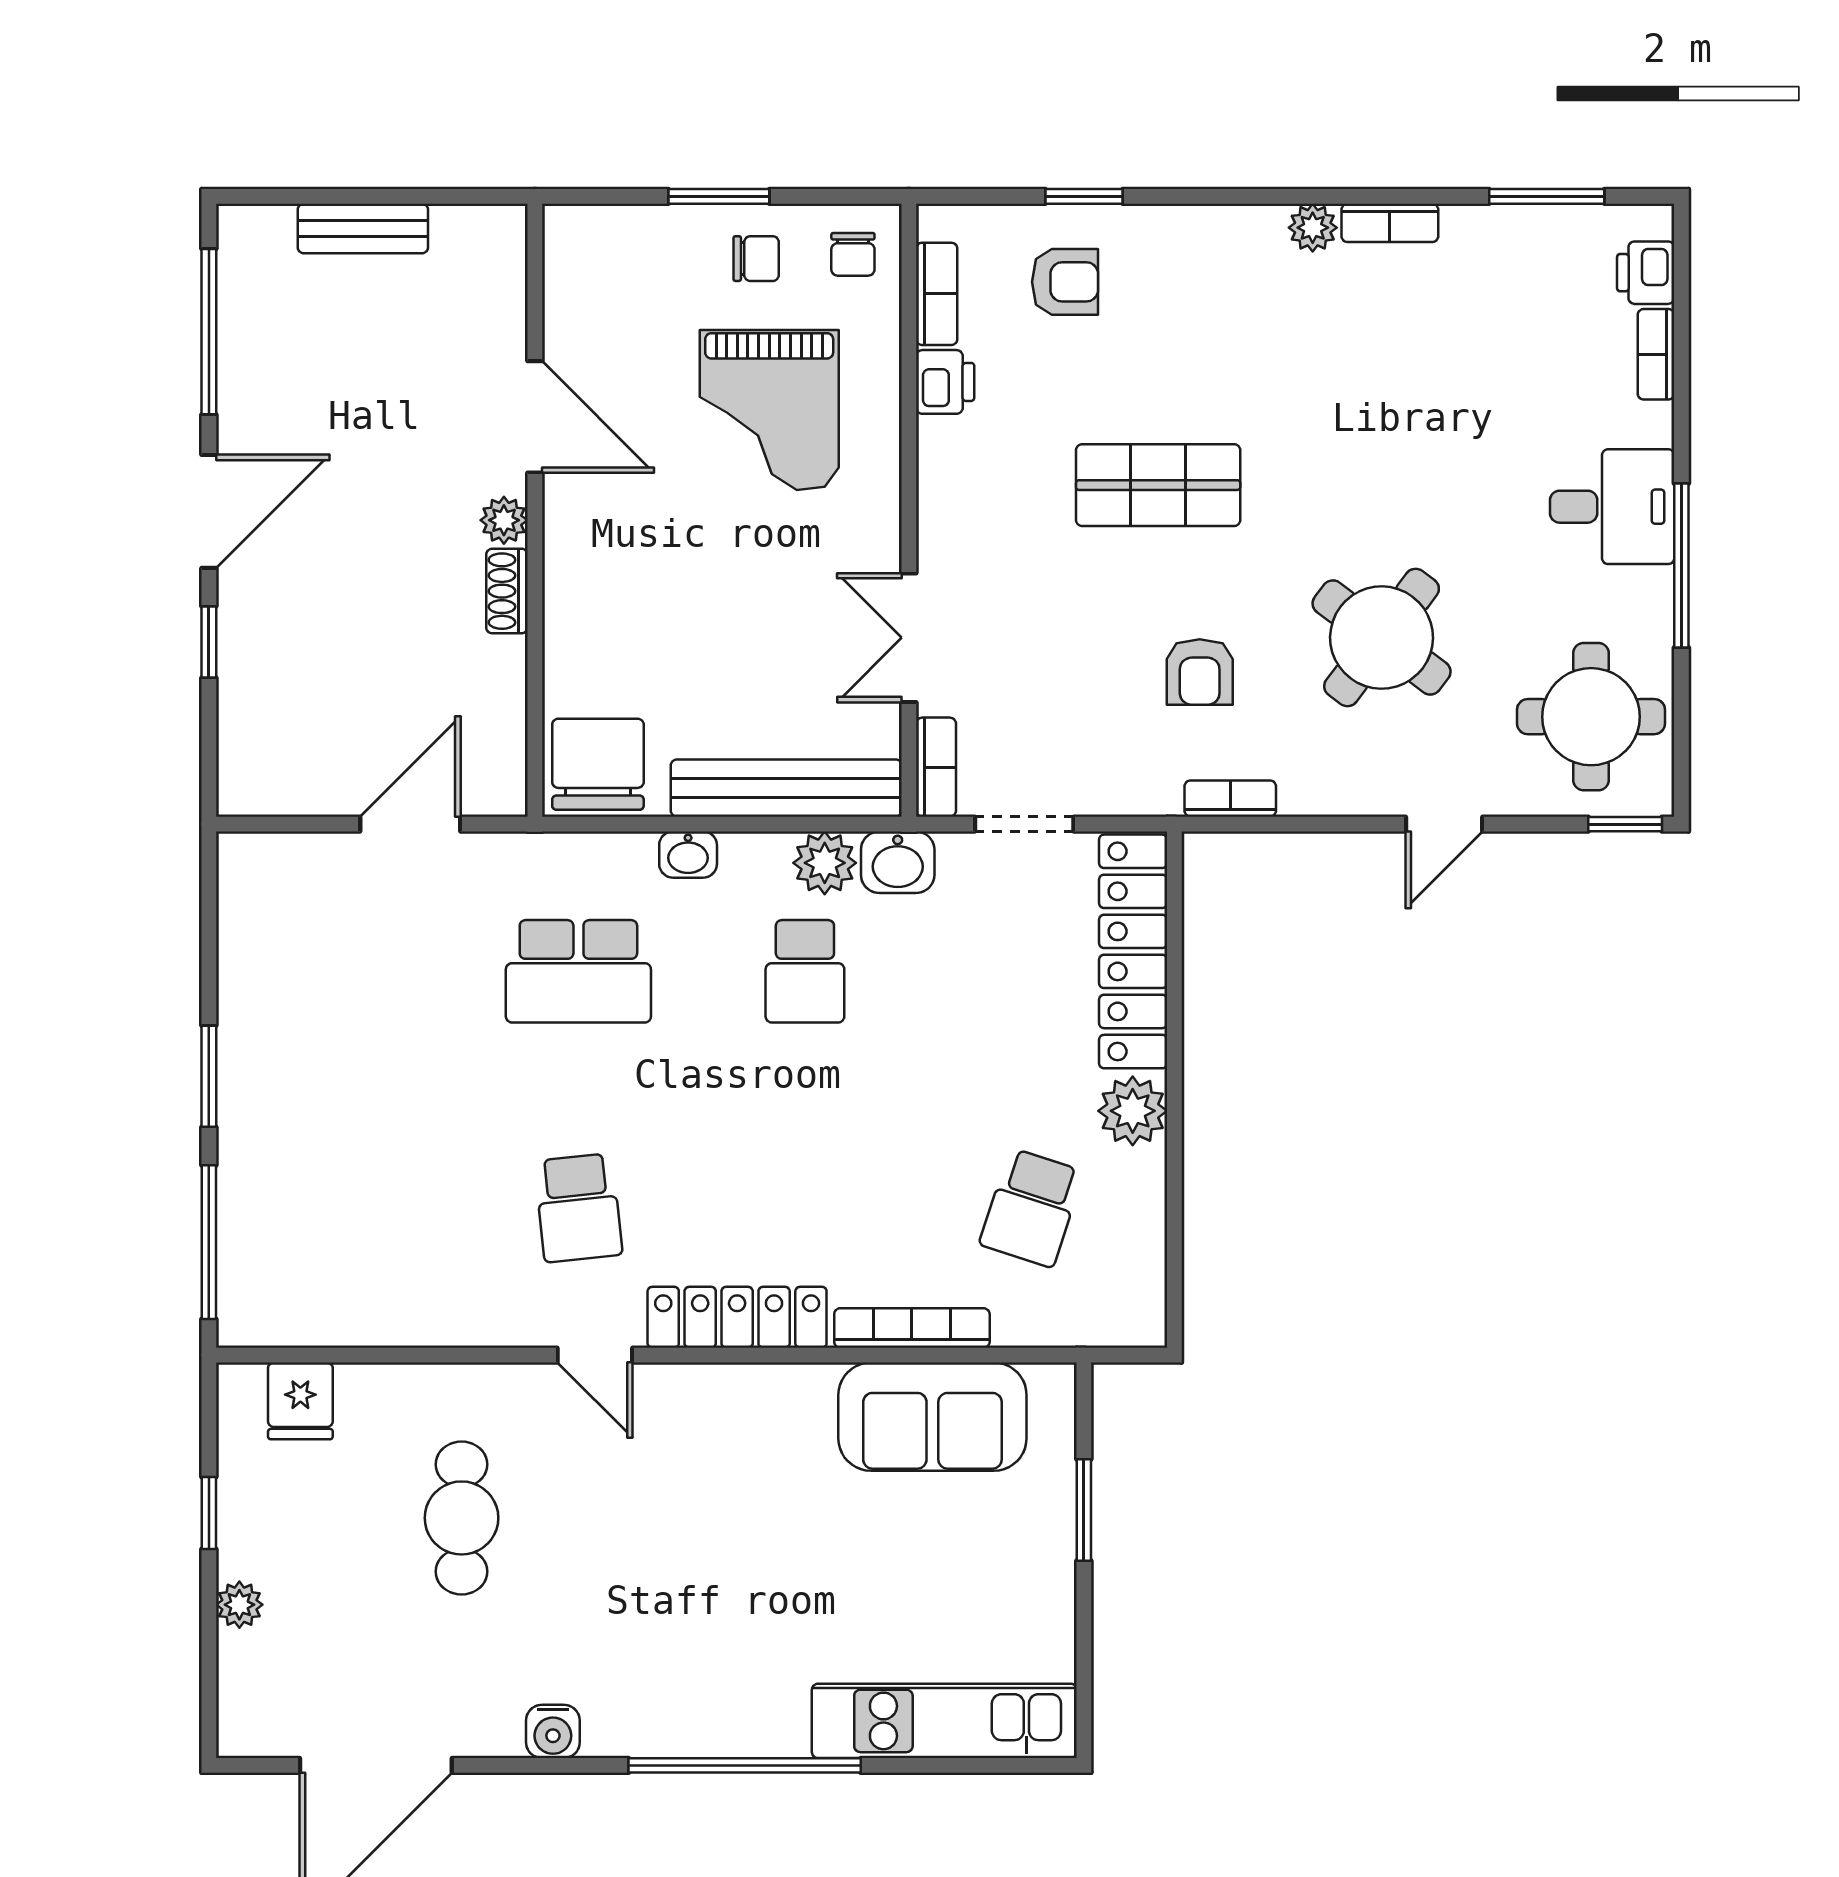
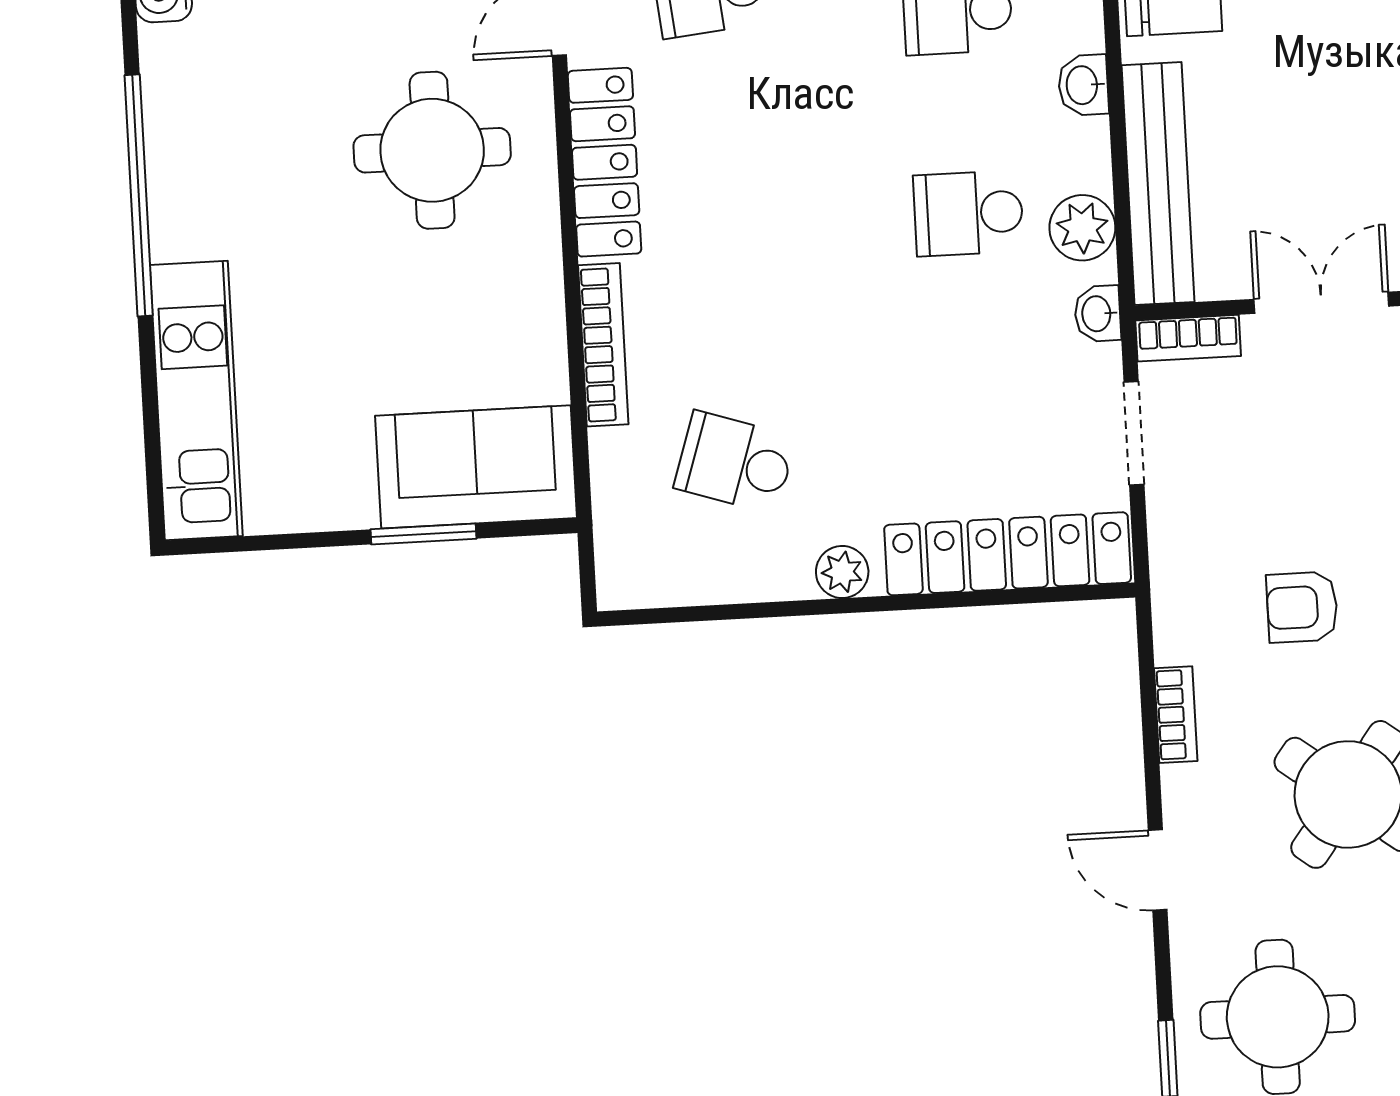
bookcase: (1230, 799) -> (1176, 715), moved
washbasin: (898, 862) -> (1098, 314), width x0.72, depth x0.69
plant: (1133, 1111) -> (842, 572), width x0.73, depth x0.73
sofa: (932, 1417) -> (476, 467), moved, turned 90
round table: (717, 1482) -> (432, 150), added

